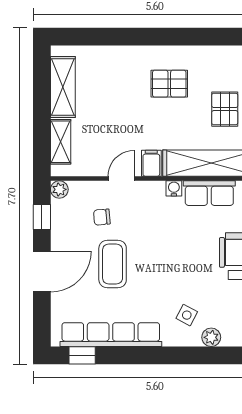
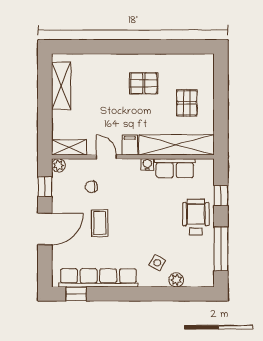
shelving: (61, 142) -> (69, 147), moved, turned 90
door: (121, 179) -> (106, 157), hinge flipped
coffee table: (113, 264) -> (100, 223), width x0.73, depth x0.77

